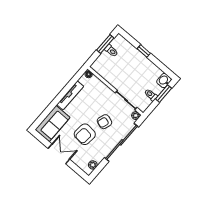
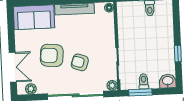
window: (144, 51) -> (178, 54), moved
window: (164, 94) -> (140, 92), moved
double door: (59, 154) -> (13, 67), moved

